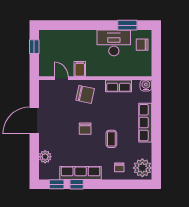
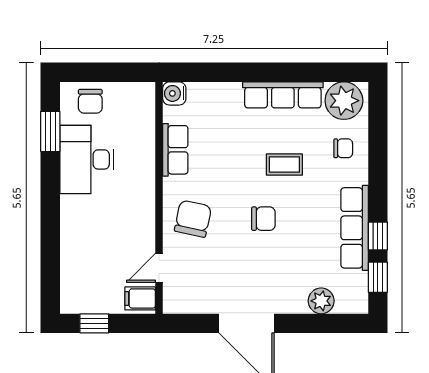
filing cabinet: (80, 69) -> (140, 298), moved
row of seats: (145, 123) -> (283, 95), moved

